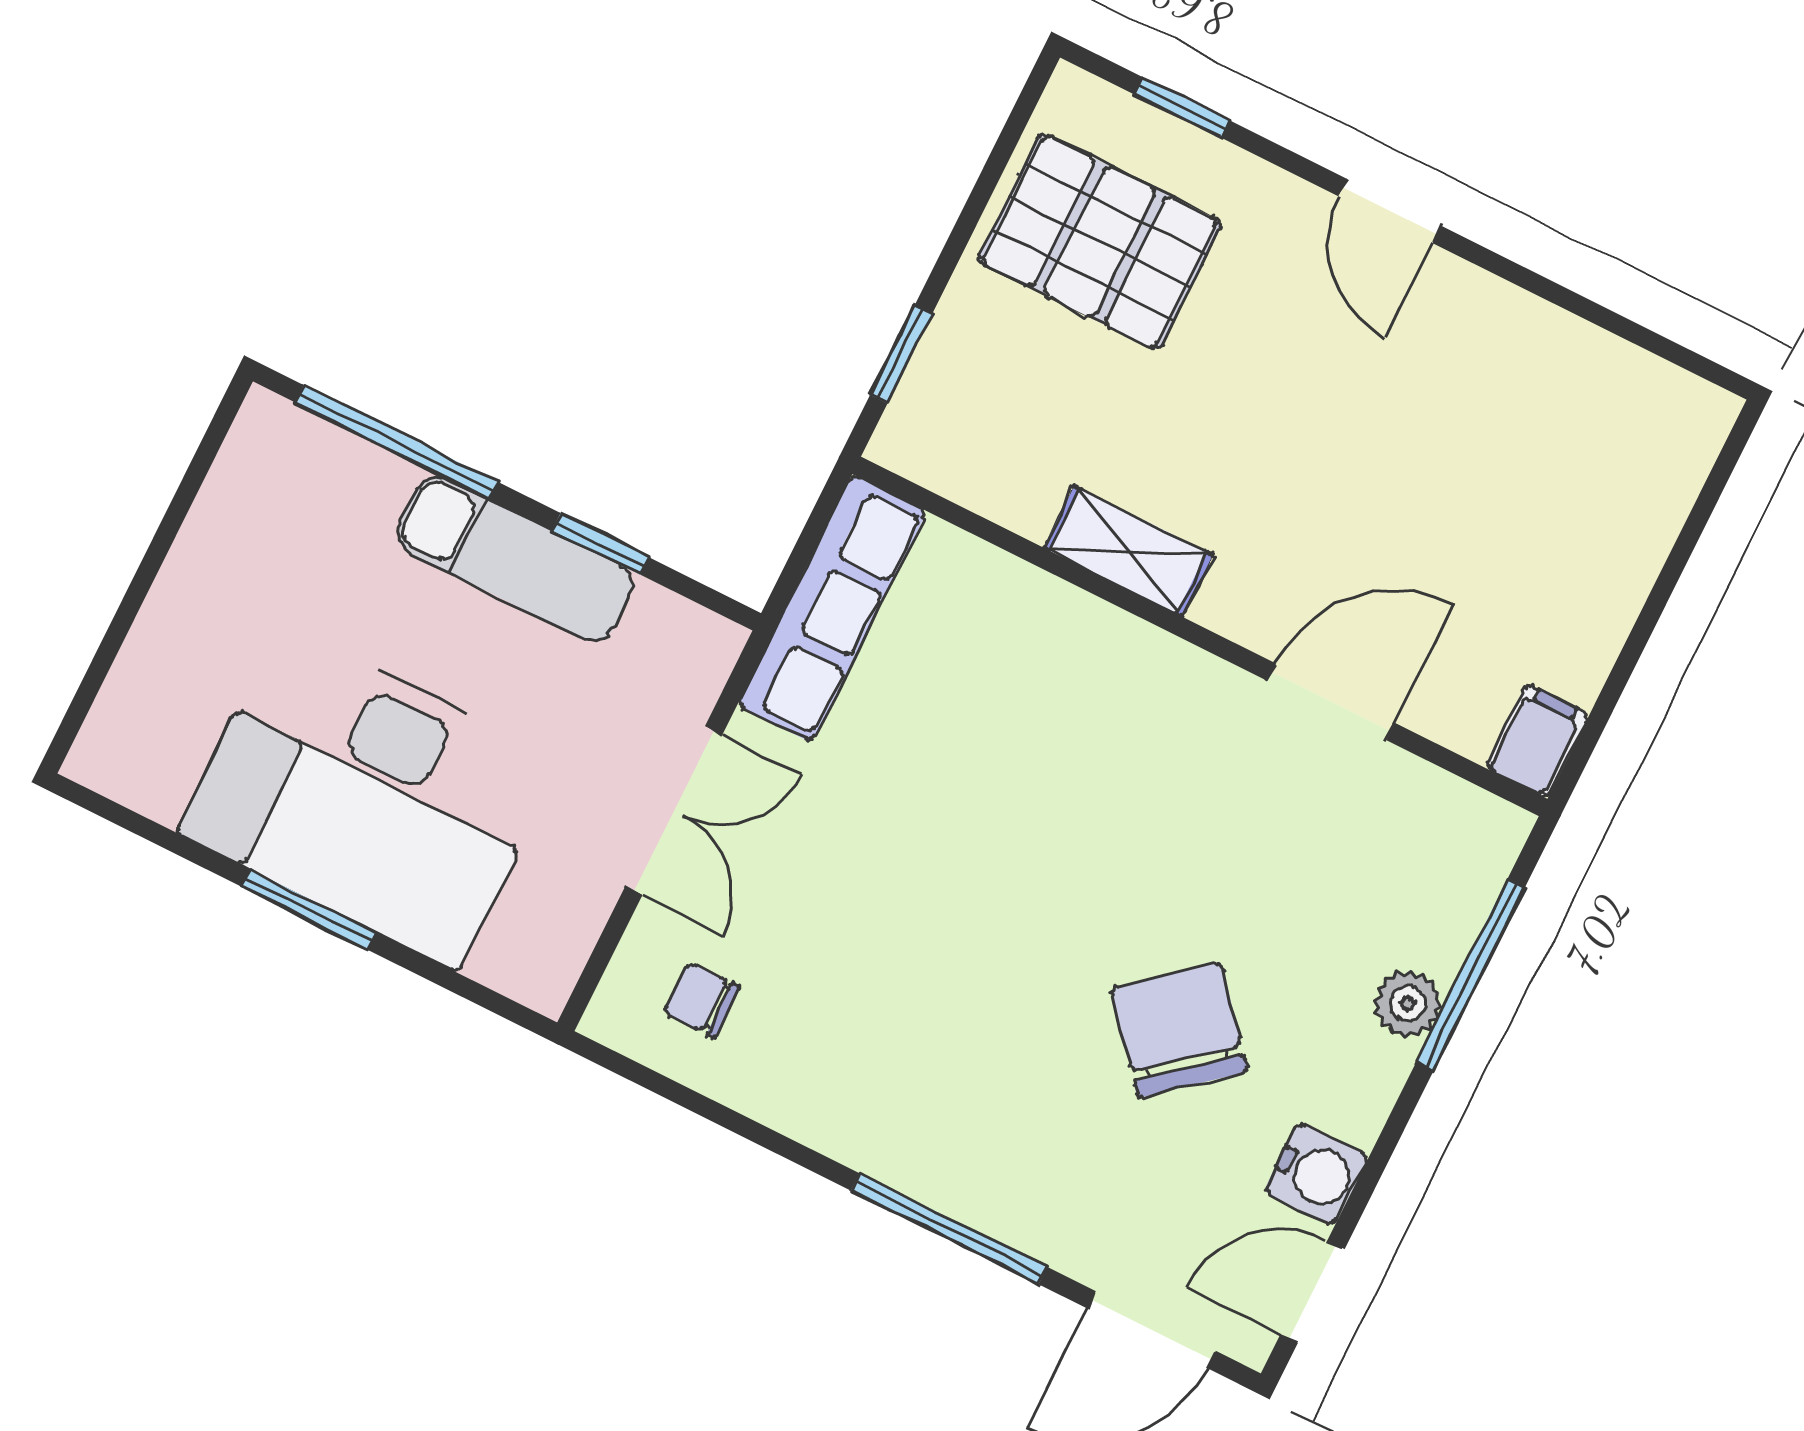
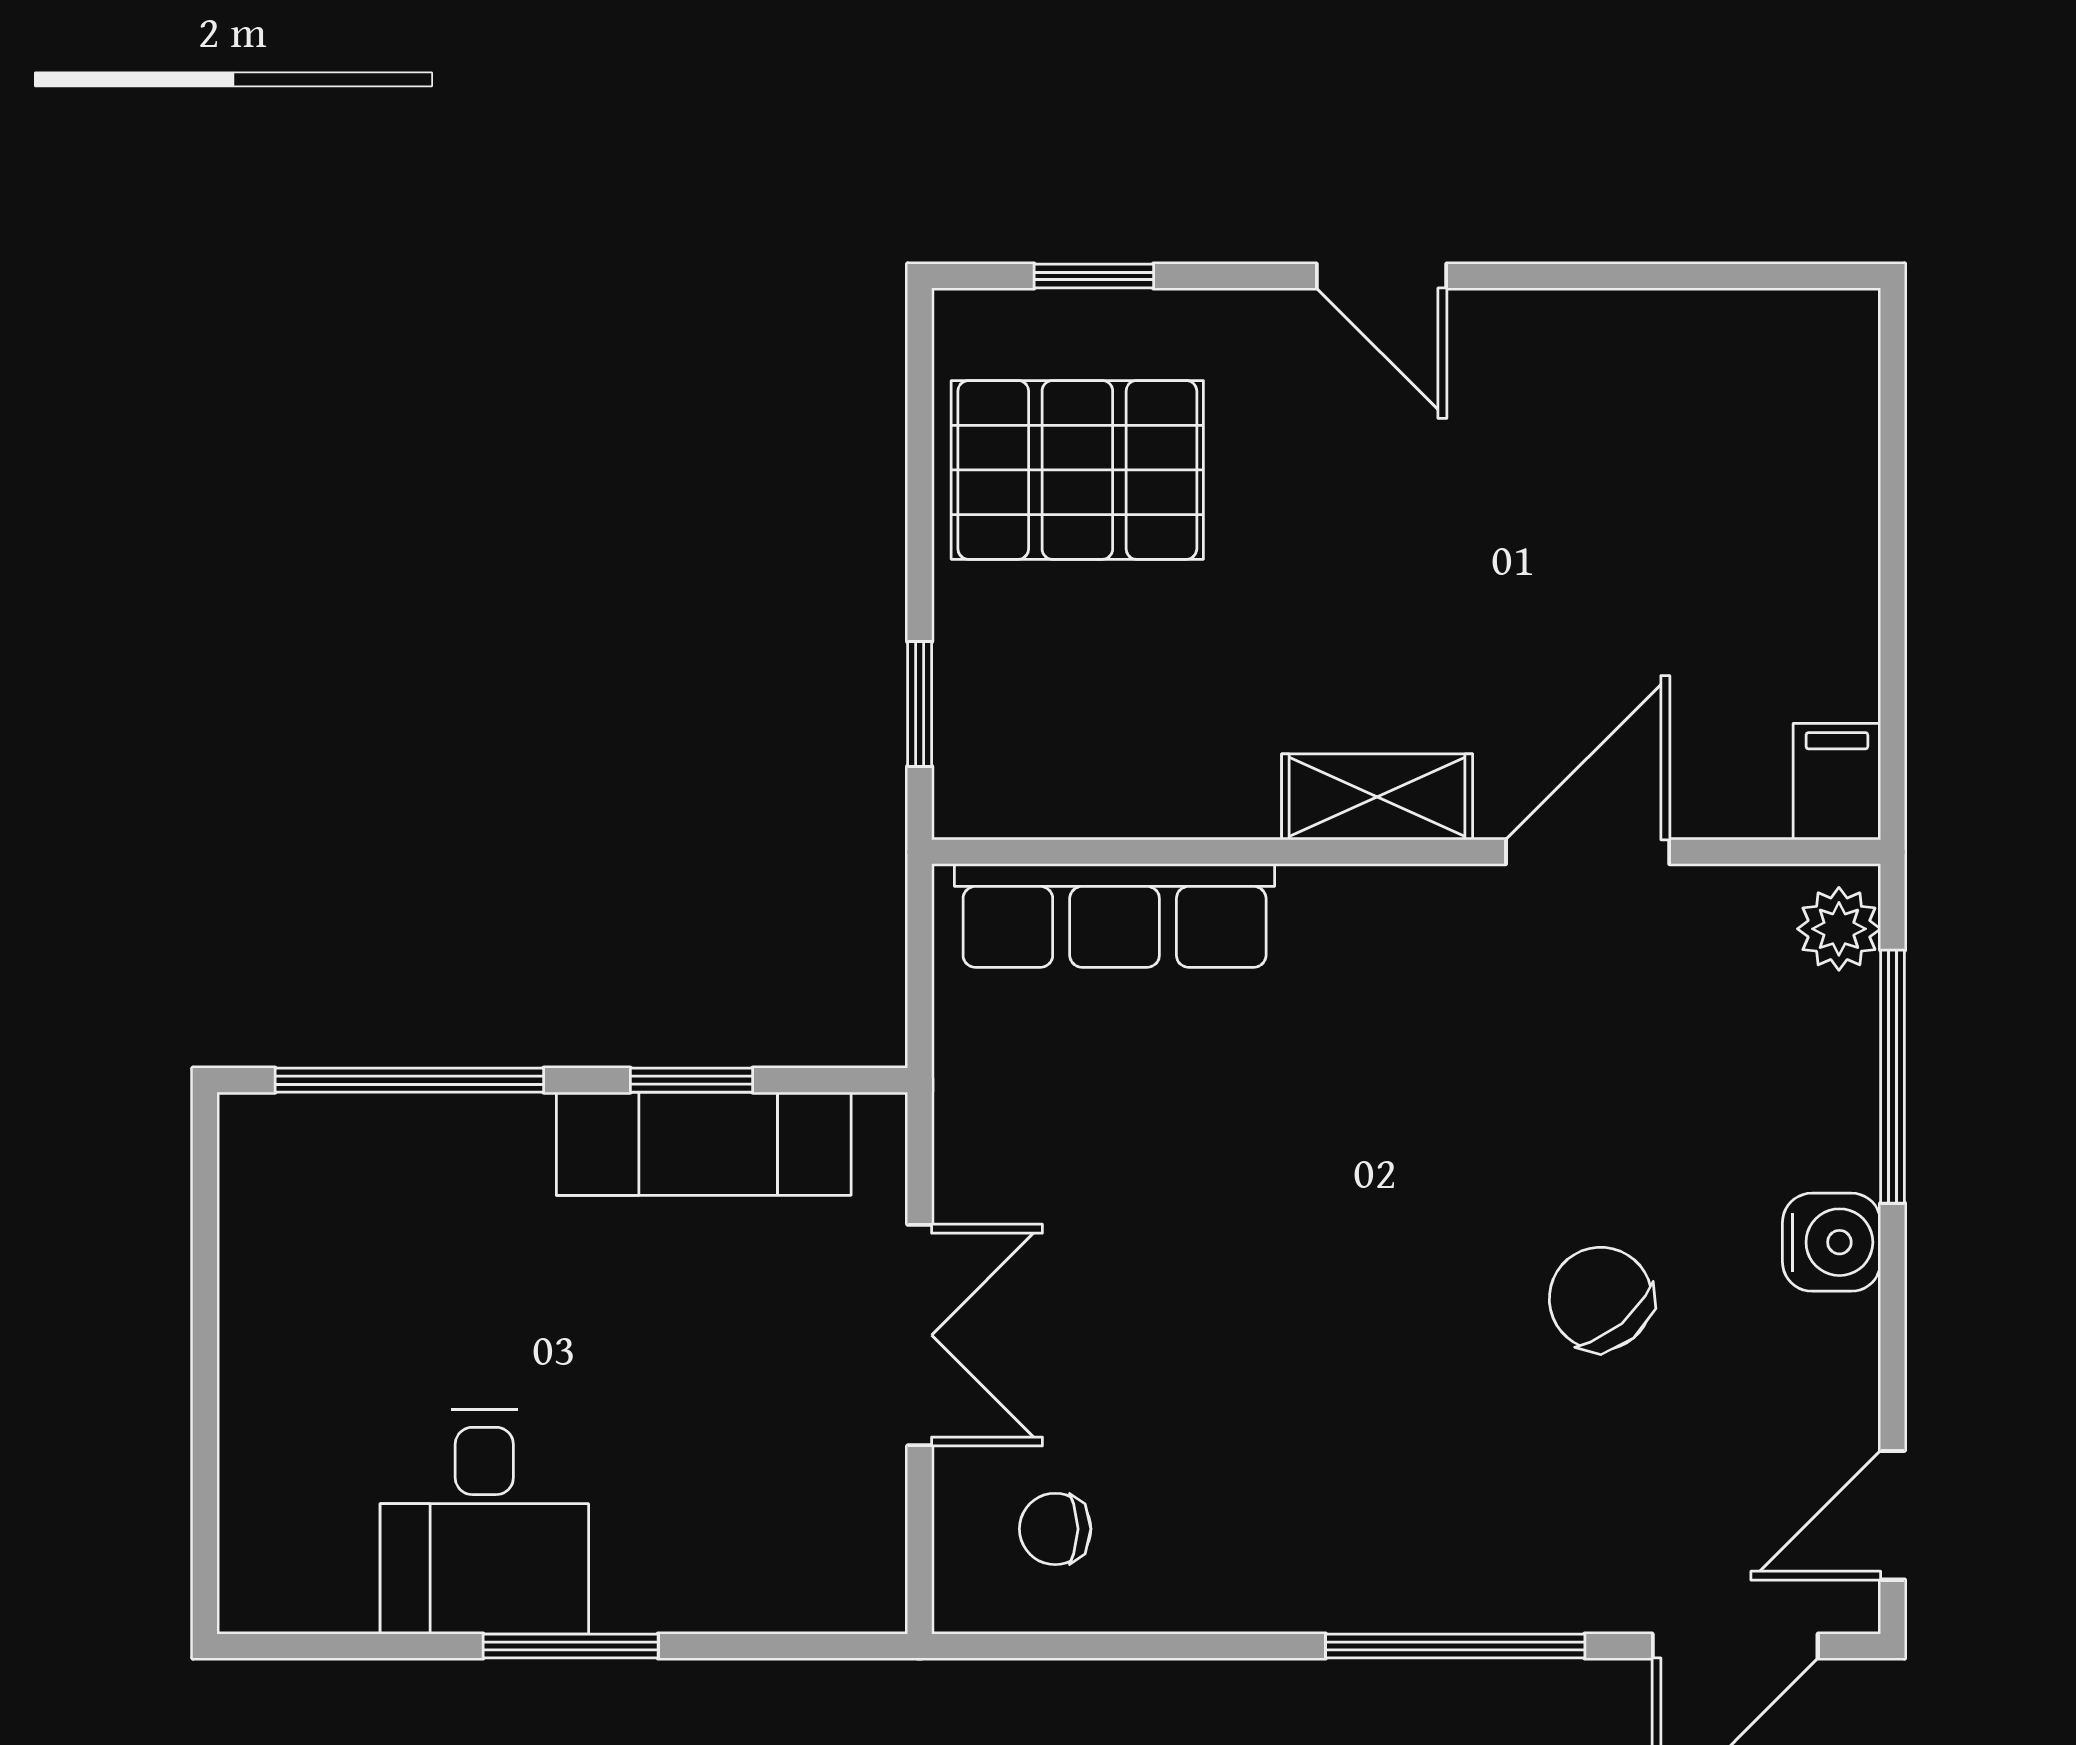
shelving: (1128, 551) -> (1377, 797), moved
exam couch: (515, 559) -> (704, 1144), moved
row of seats: (832, 608) -> (1115, 915), moved, turned 90
desk: (369, 797) -> (484, 1522), width x0.53, depth x0.77
plant: (1408, 1004) -> (1839, 929), moved
chair: (1180, 1030) -> (1601, 1299), width x0.73, depth x0.73
water cooler: (1316, 1174) -> (1832, 1242), moved

